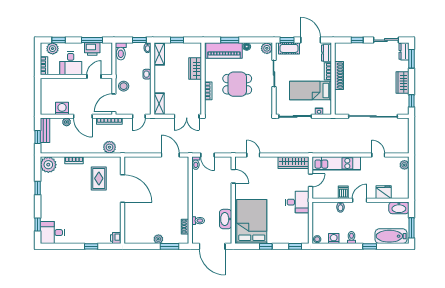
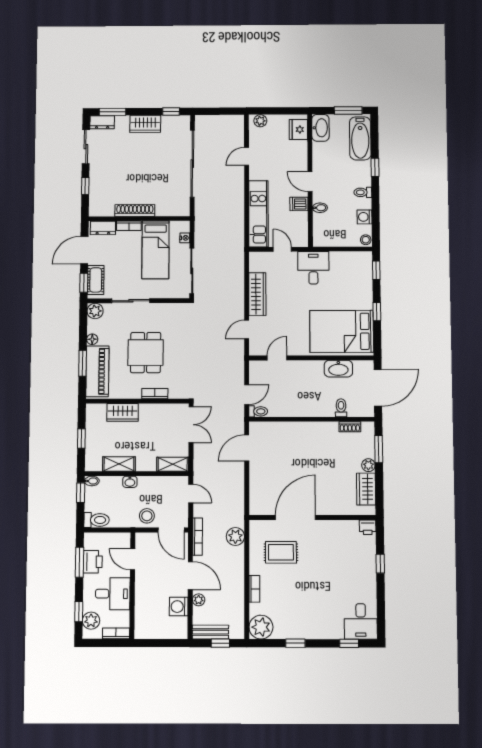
shelving: (159, 54) -> (119, 464), moved
door: (83, 116) -> (190, 576), hinge flipped
wardrobe: (294, 163) -> (257, 294), moved
fridge: (384, 192) -> (298, 129), moved
wardrobe: (142, 237) -> (366, 489), added

